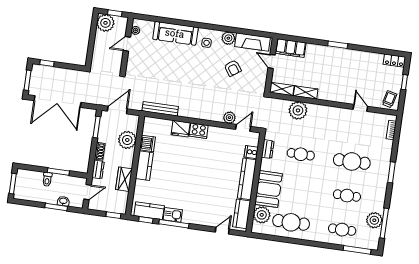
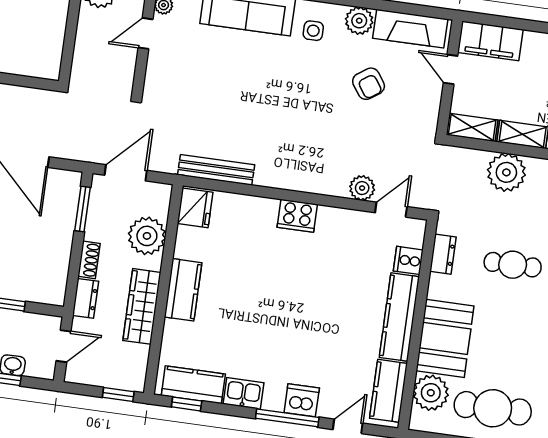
fridge: (181, 129) -> (195, 208), moved, turned -90
dishwasher: (147, 143) -> (302, 400), moved, turned -90
wardrobe: (124, 179) -> (142, 306), width x1.50
window: (174, 224) -> (287, 418), moved

